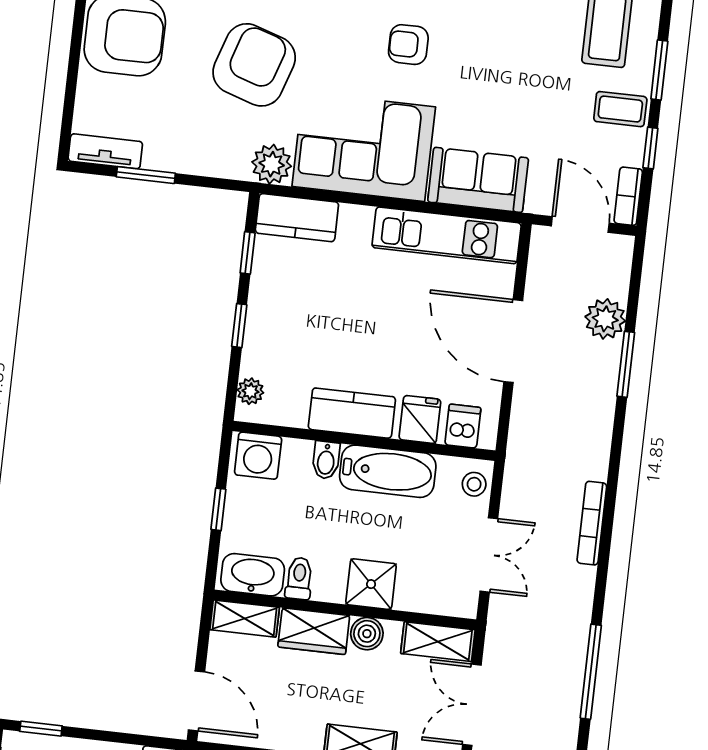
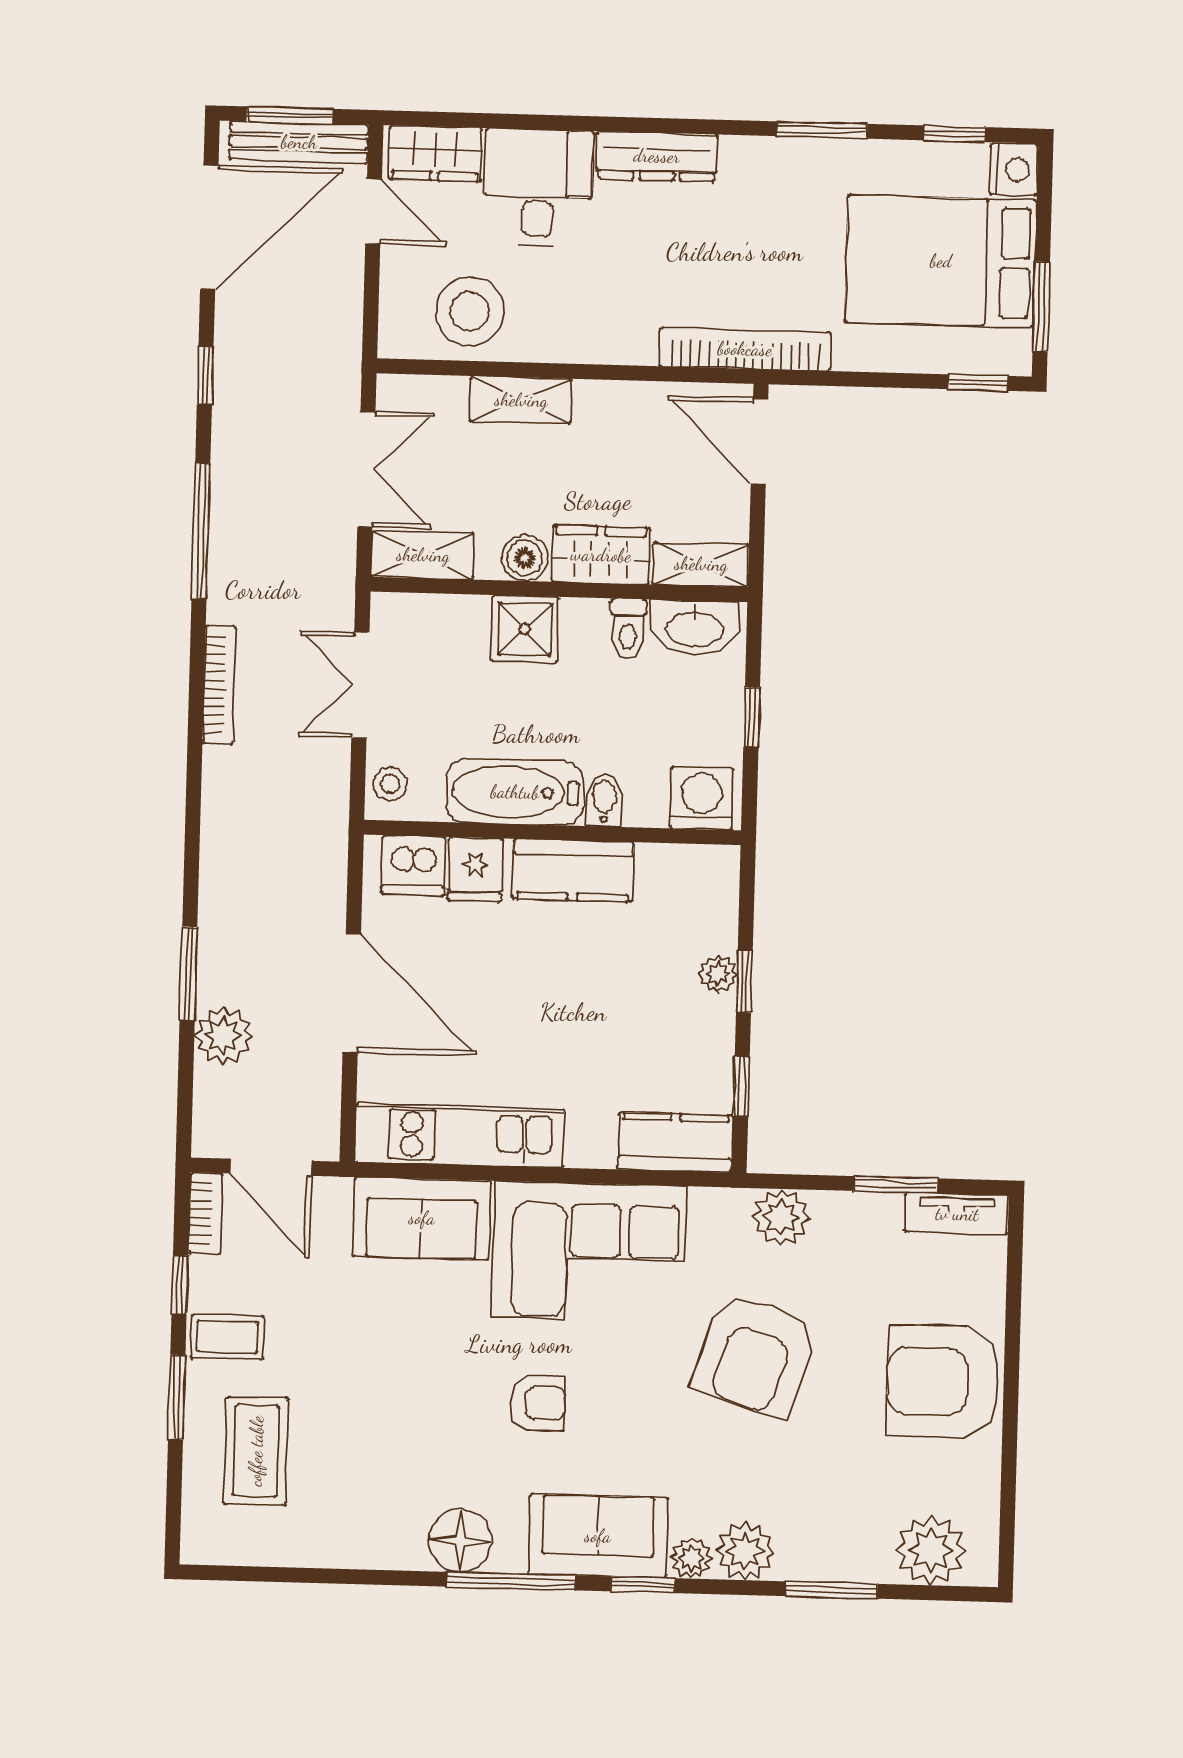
plant: (272, 164) -> (781, 1217), moved
plant: (250, 391) -> (718, 974), moved
dishwasher: (463, 426) -> (413, 865), width x1.38
bookcase: (592, 523) -> (219, 685), moved

